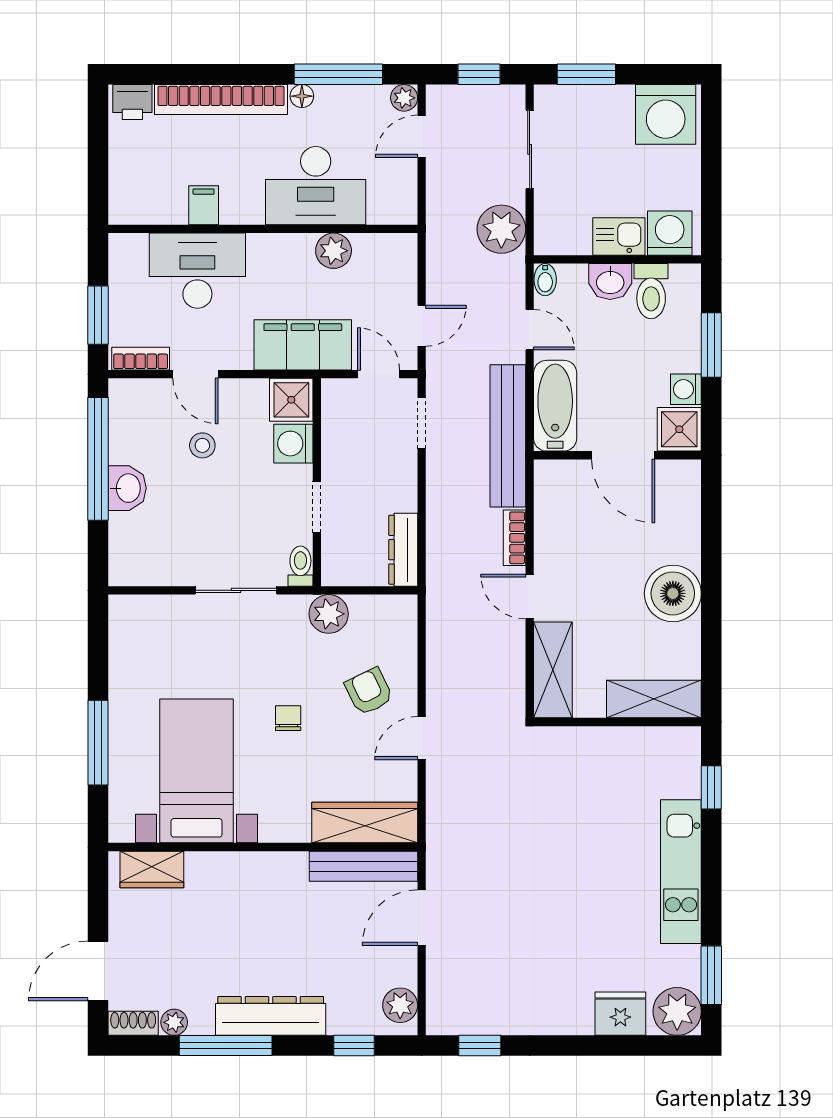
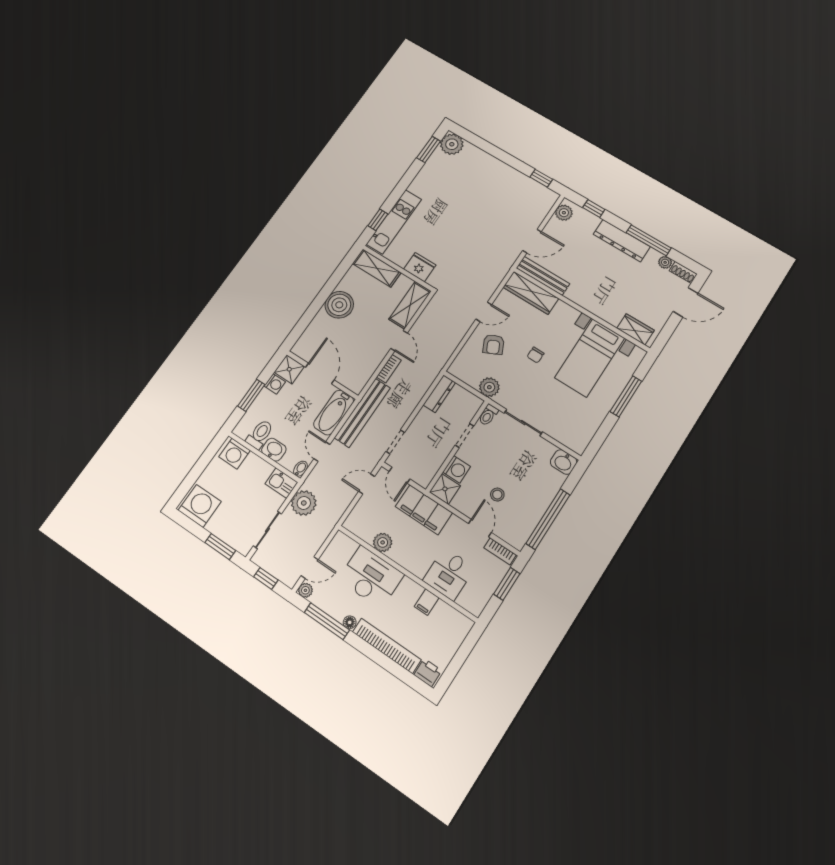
kitchen sink: (619, 236) -> (281, 483), moved
desk: (197, 271) -> (449, 574), width x0.73
washbasin: (127, 488) -> (564, 462), moved, turned -90
kitchen unit: (681, 872) -> (394, 222), moved
fridge: (620, 1014) -> (420, 267), moved, turned 180

